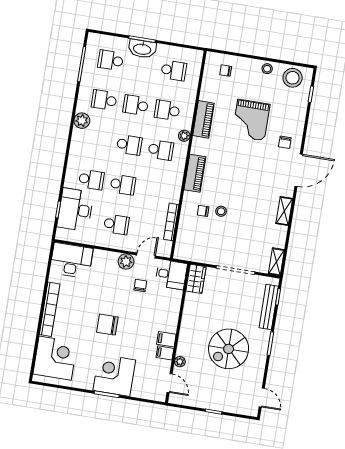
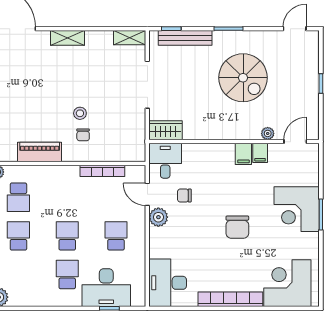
school desk: (161, 150) -> (18, 197), turned 180

